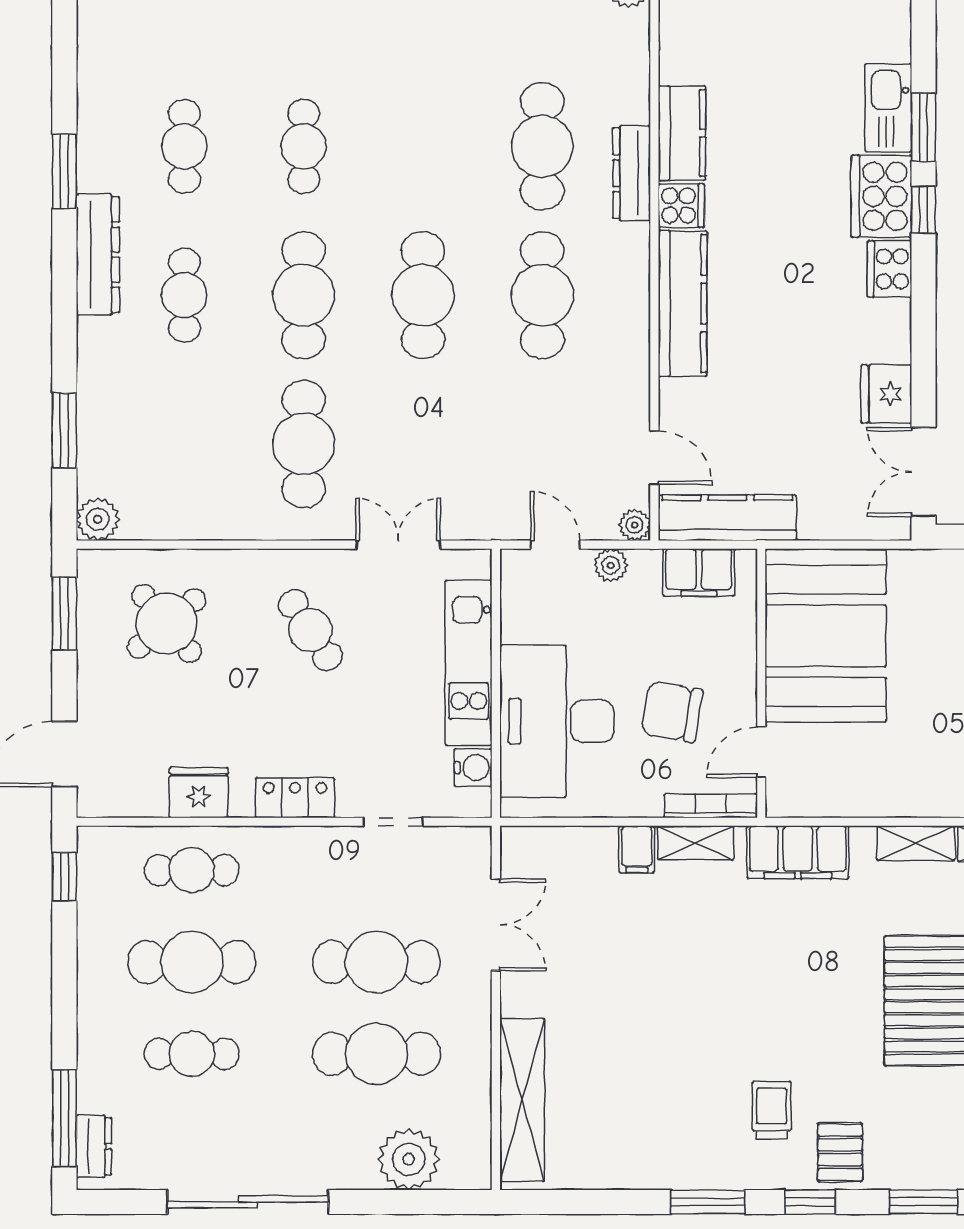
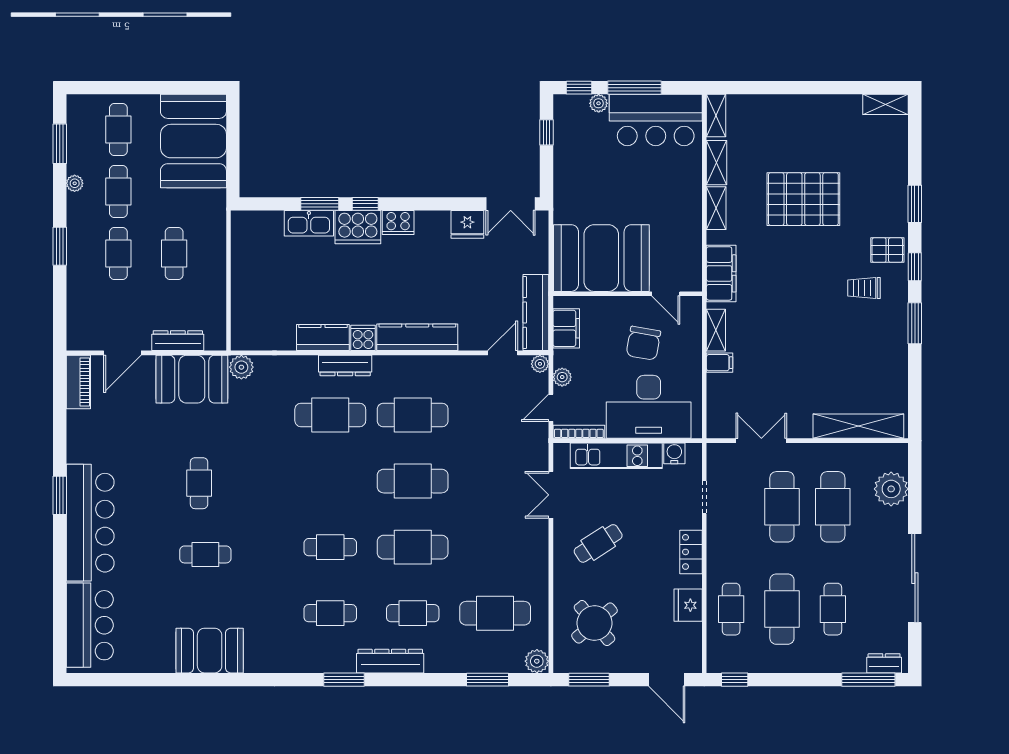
cafe table: (304, 444) -> (495, 613), moved
bookcase: (711, 806) -> (579, 432), moved, turned 90

